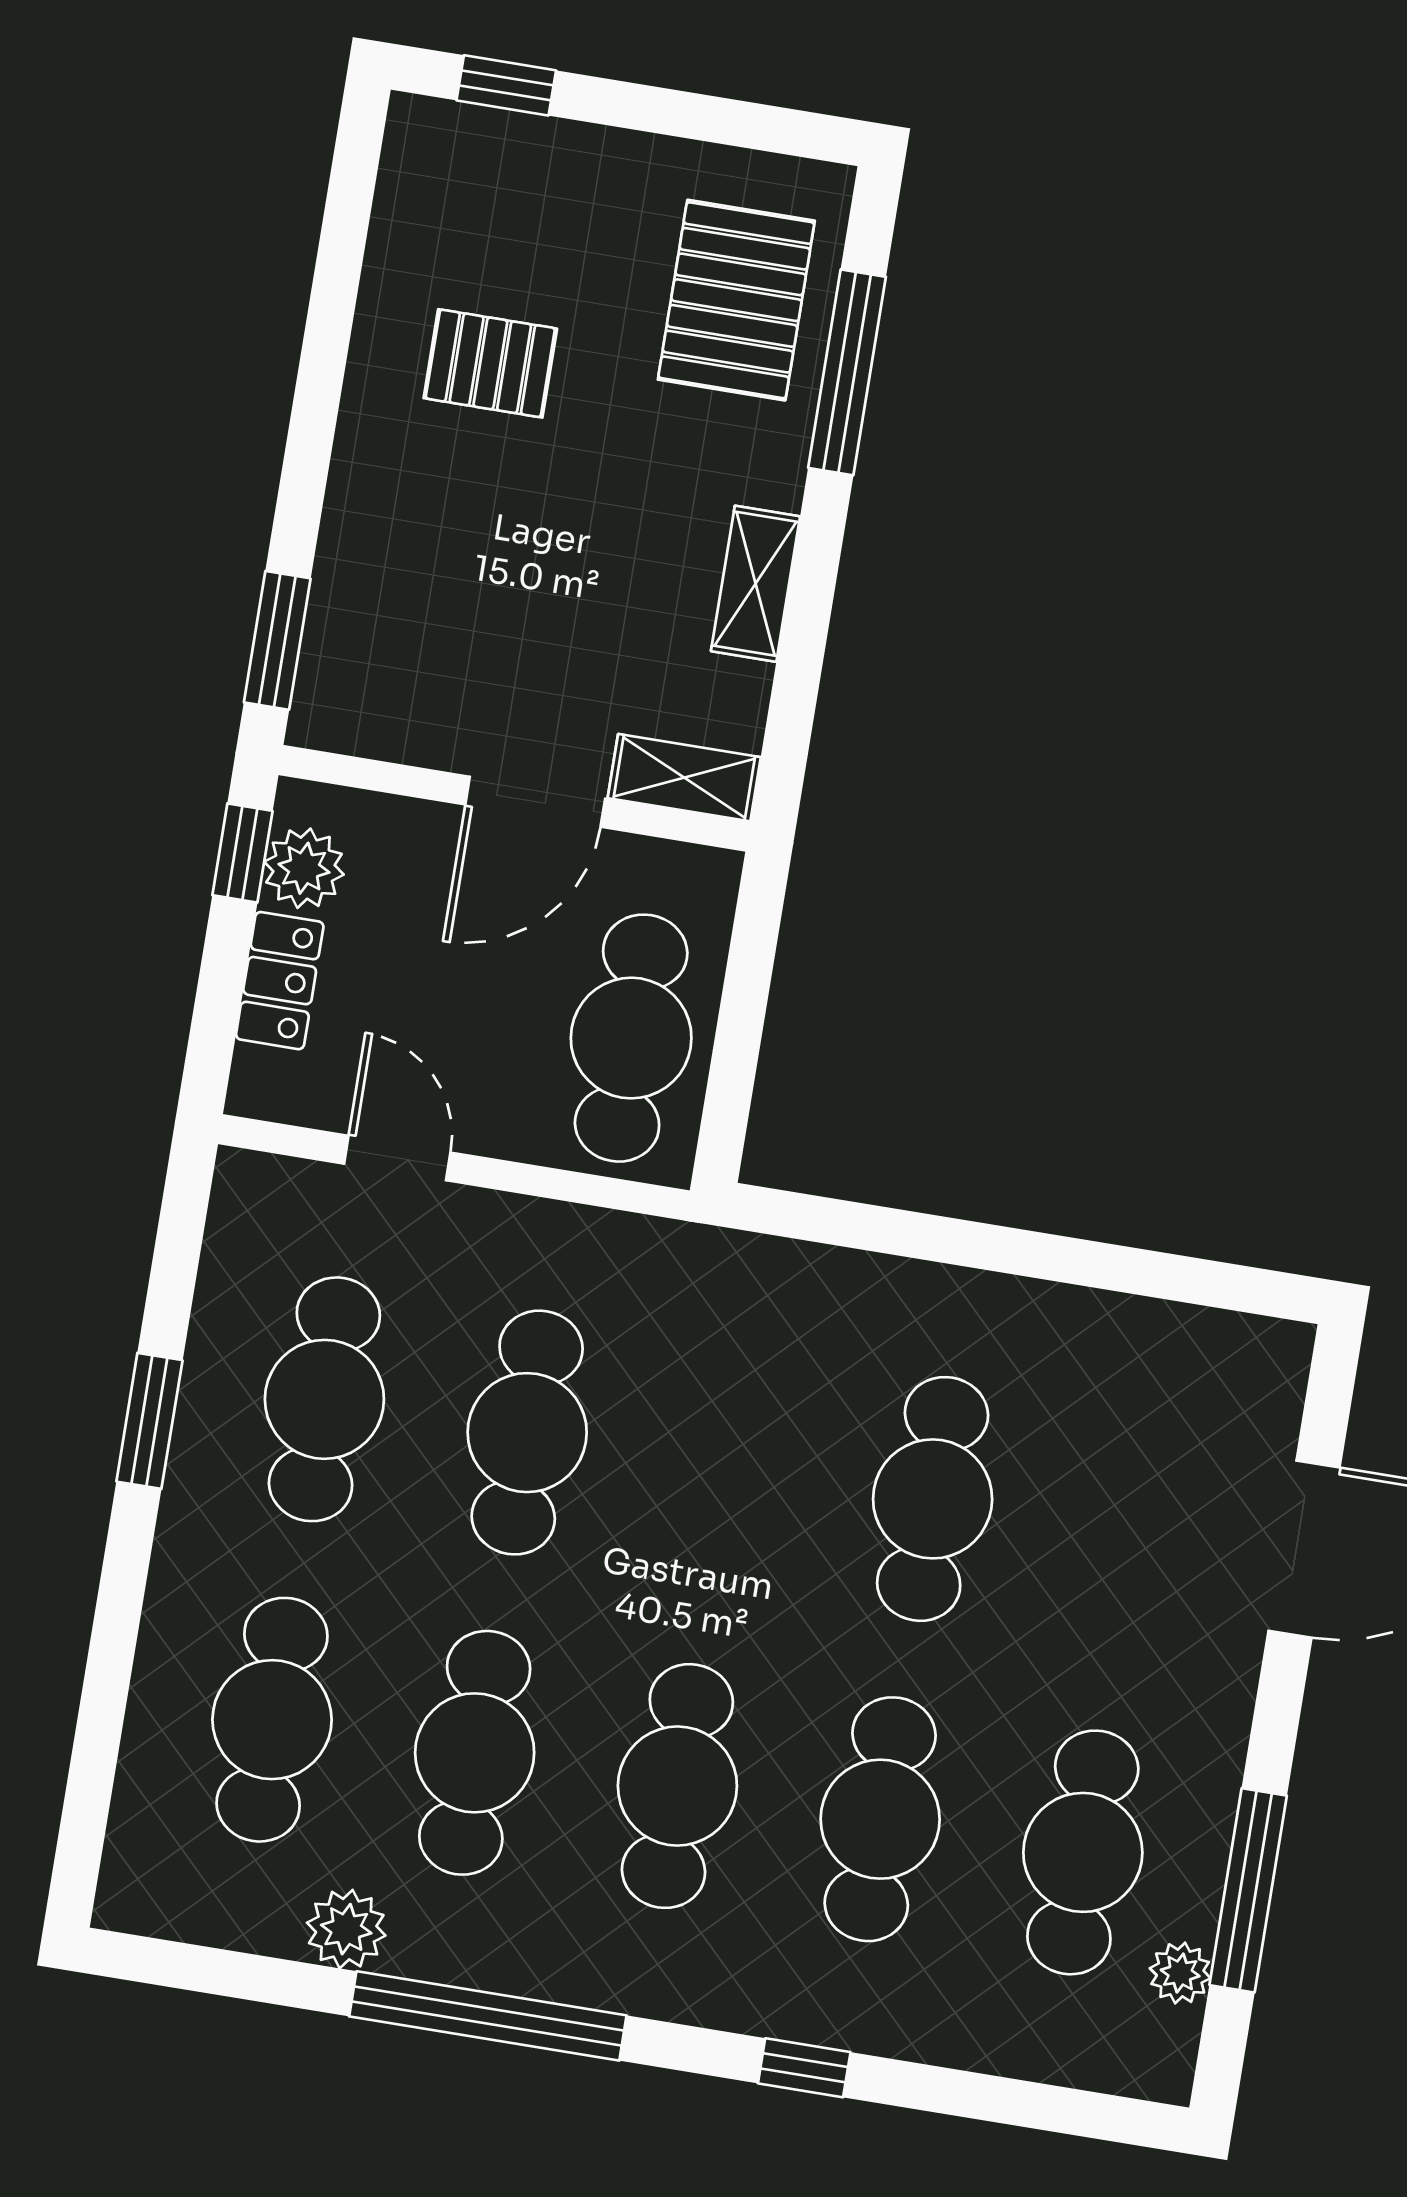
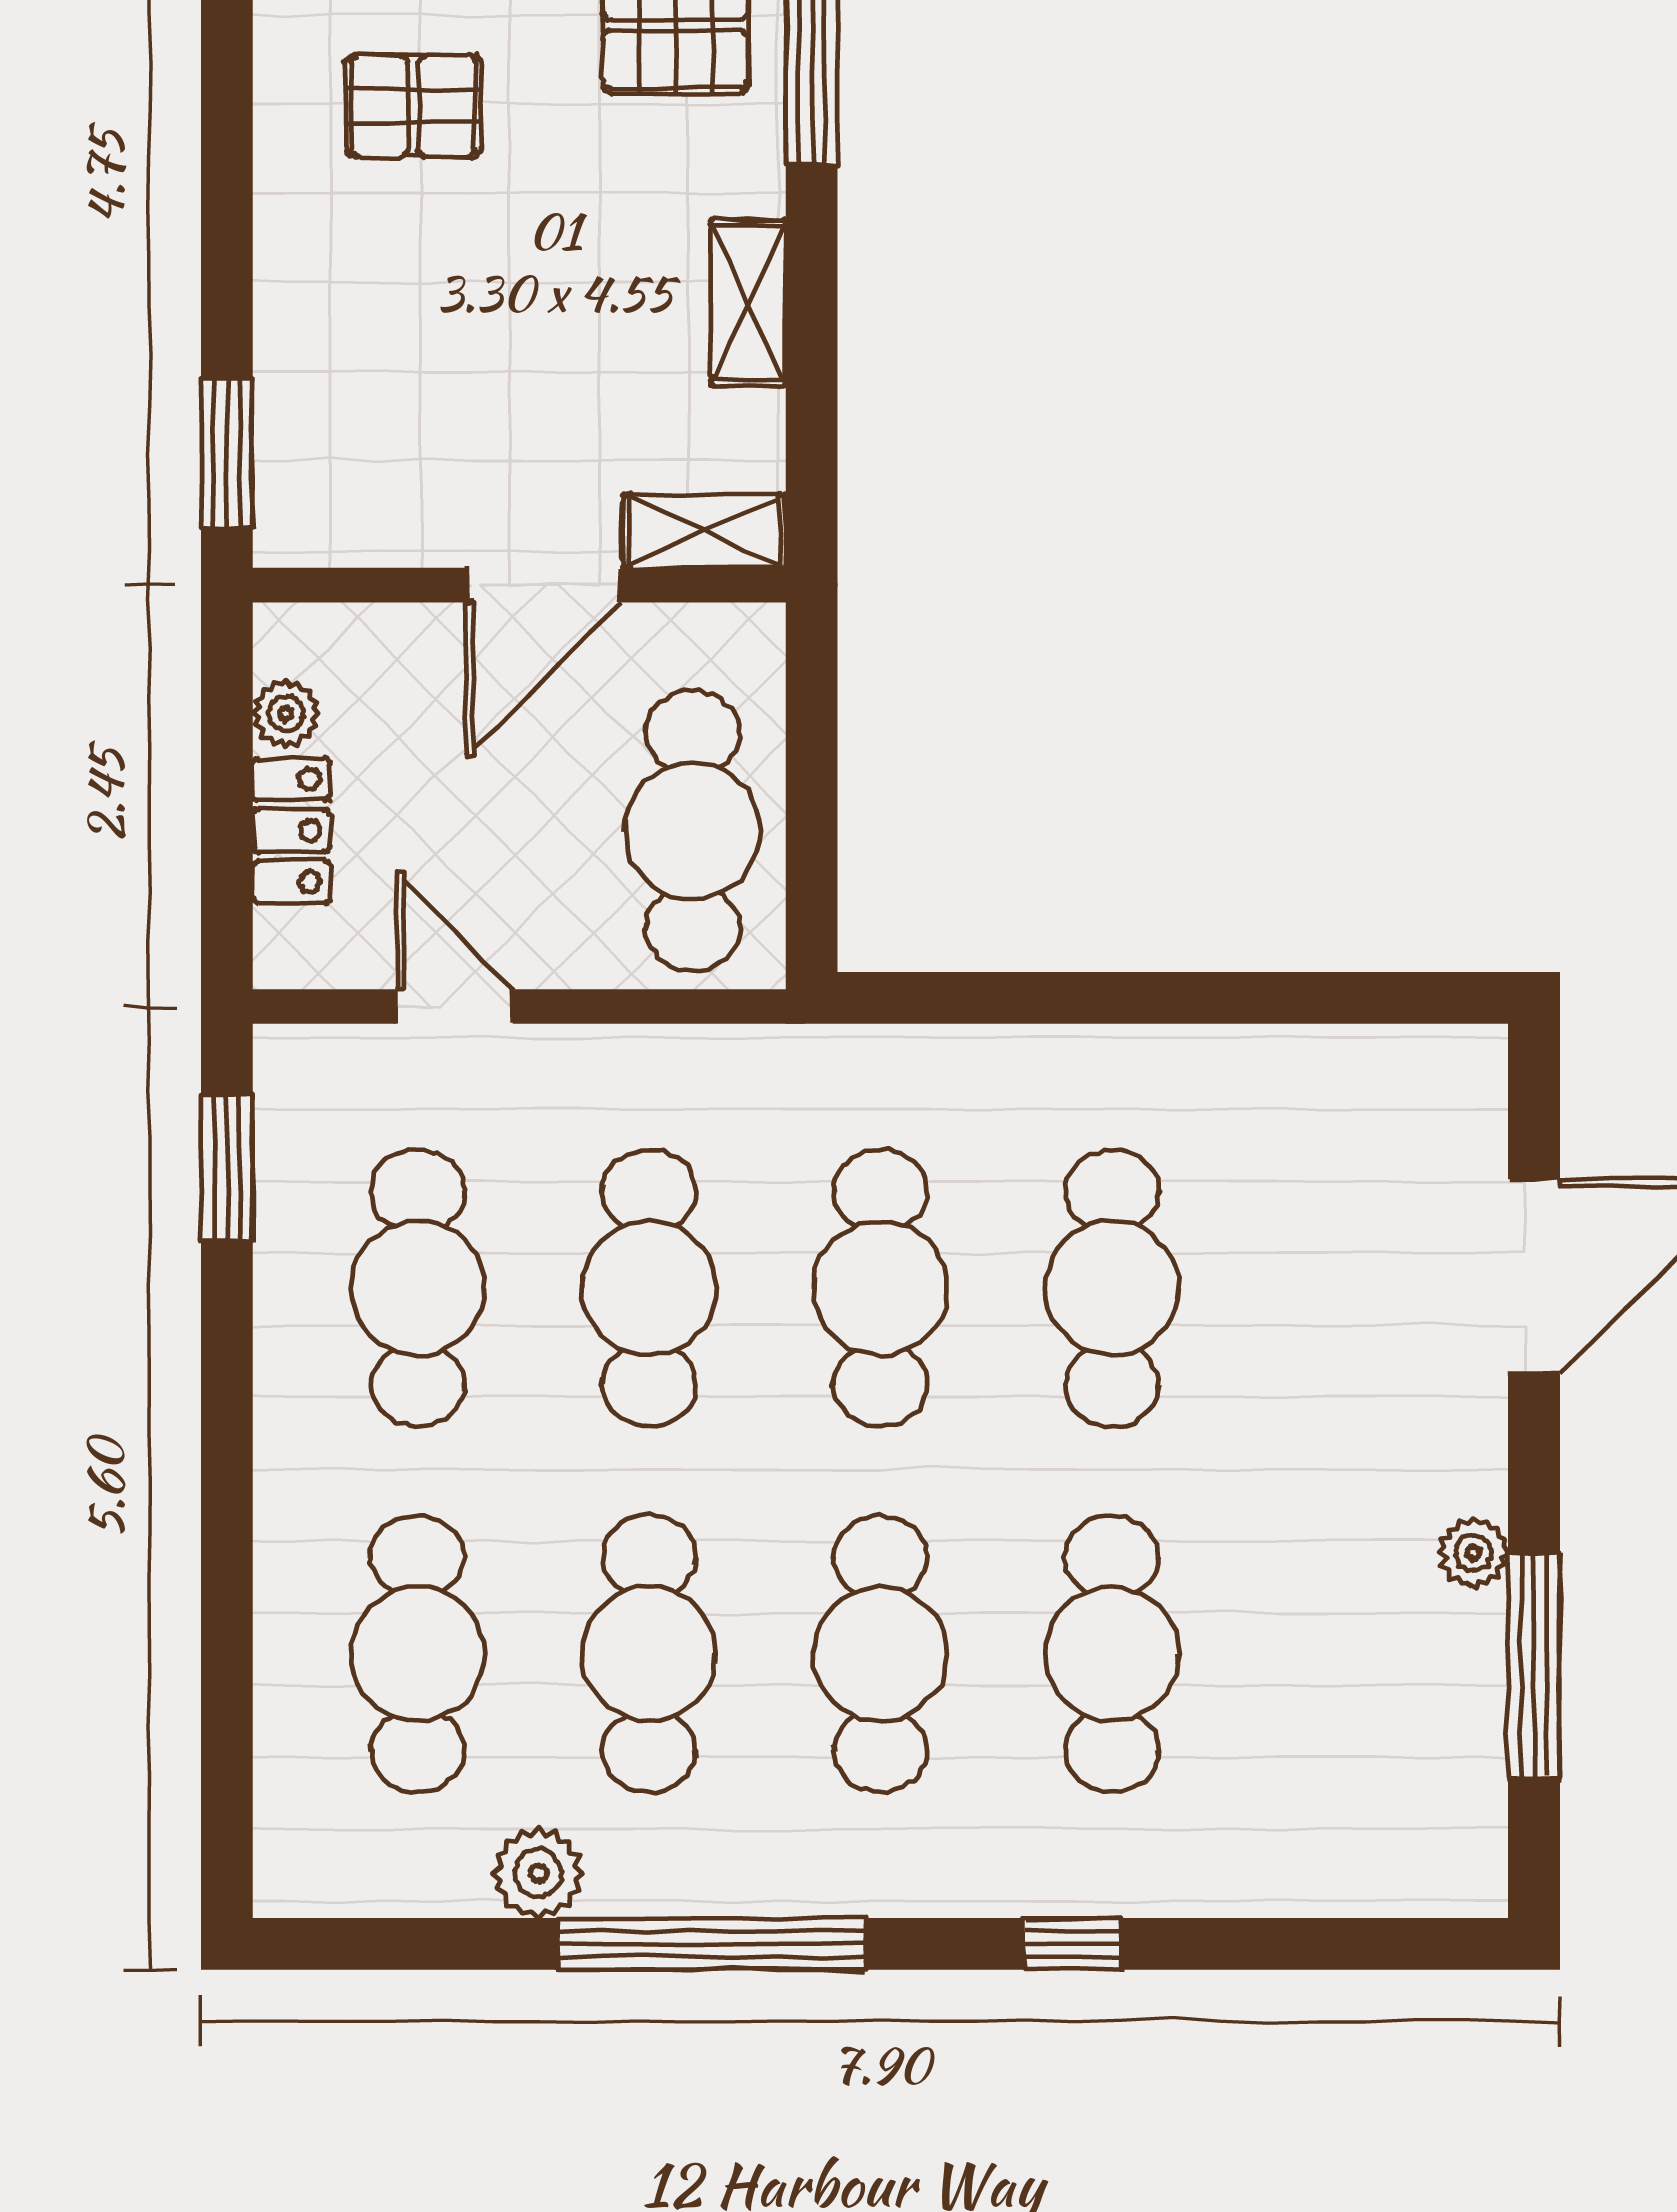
window: (242, 853) -> (227, 695), removed
plant: (304, 868) -> (286, 714), width x0.73, depth x0.73
window: (149, 1421) -> (227, 1168), moved
cafe table: (1083, 1852) -> (880, 1288), moved
plant: (1180, 1973) -> (1473, 1553), moved

